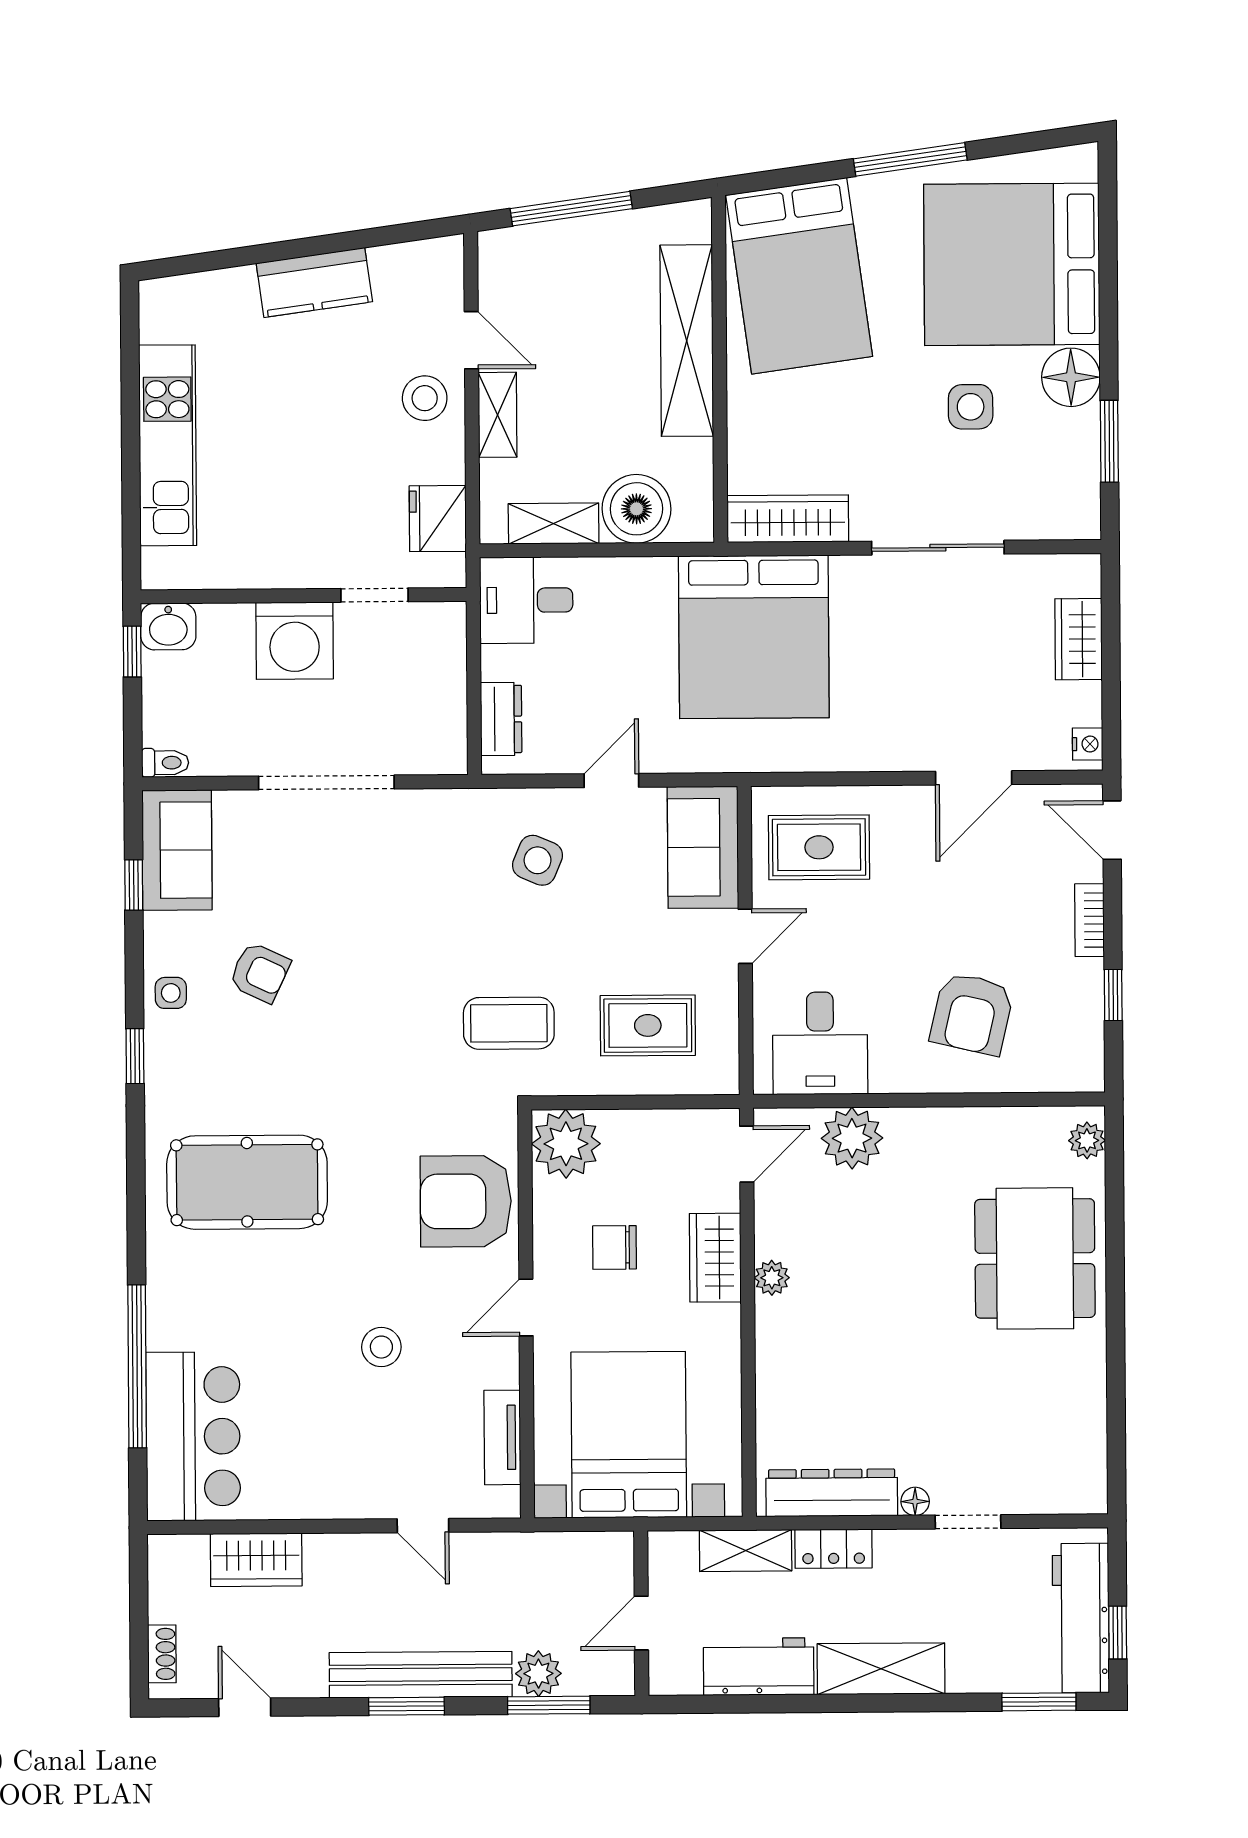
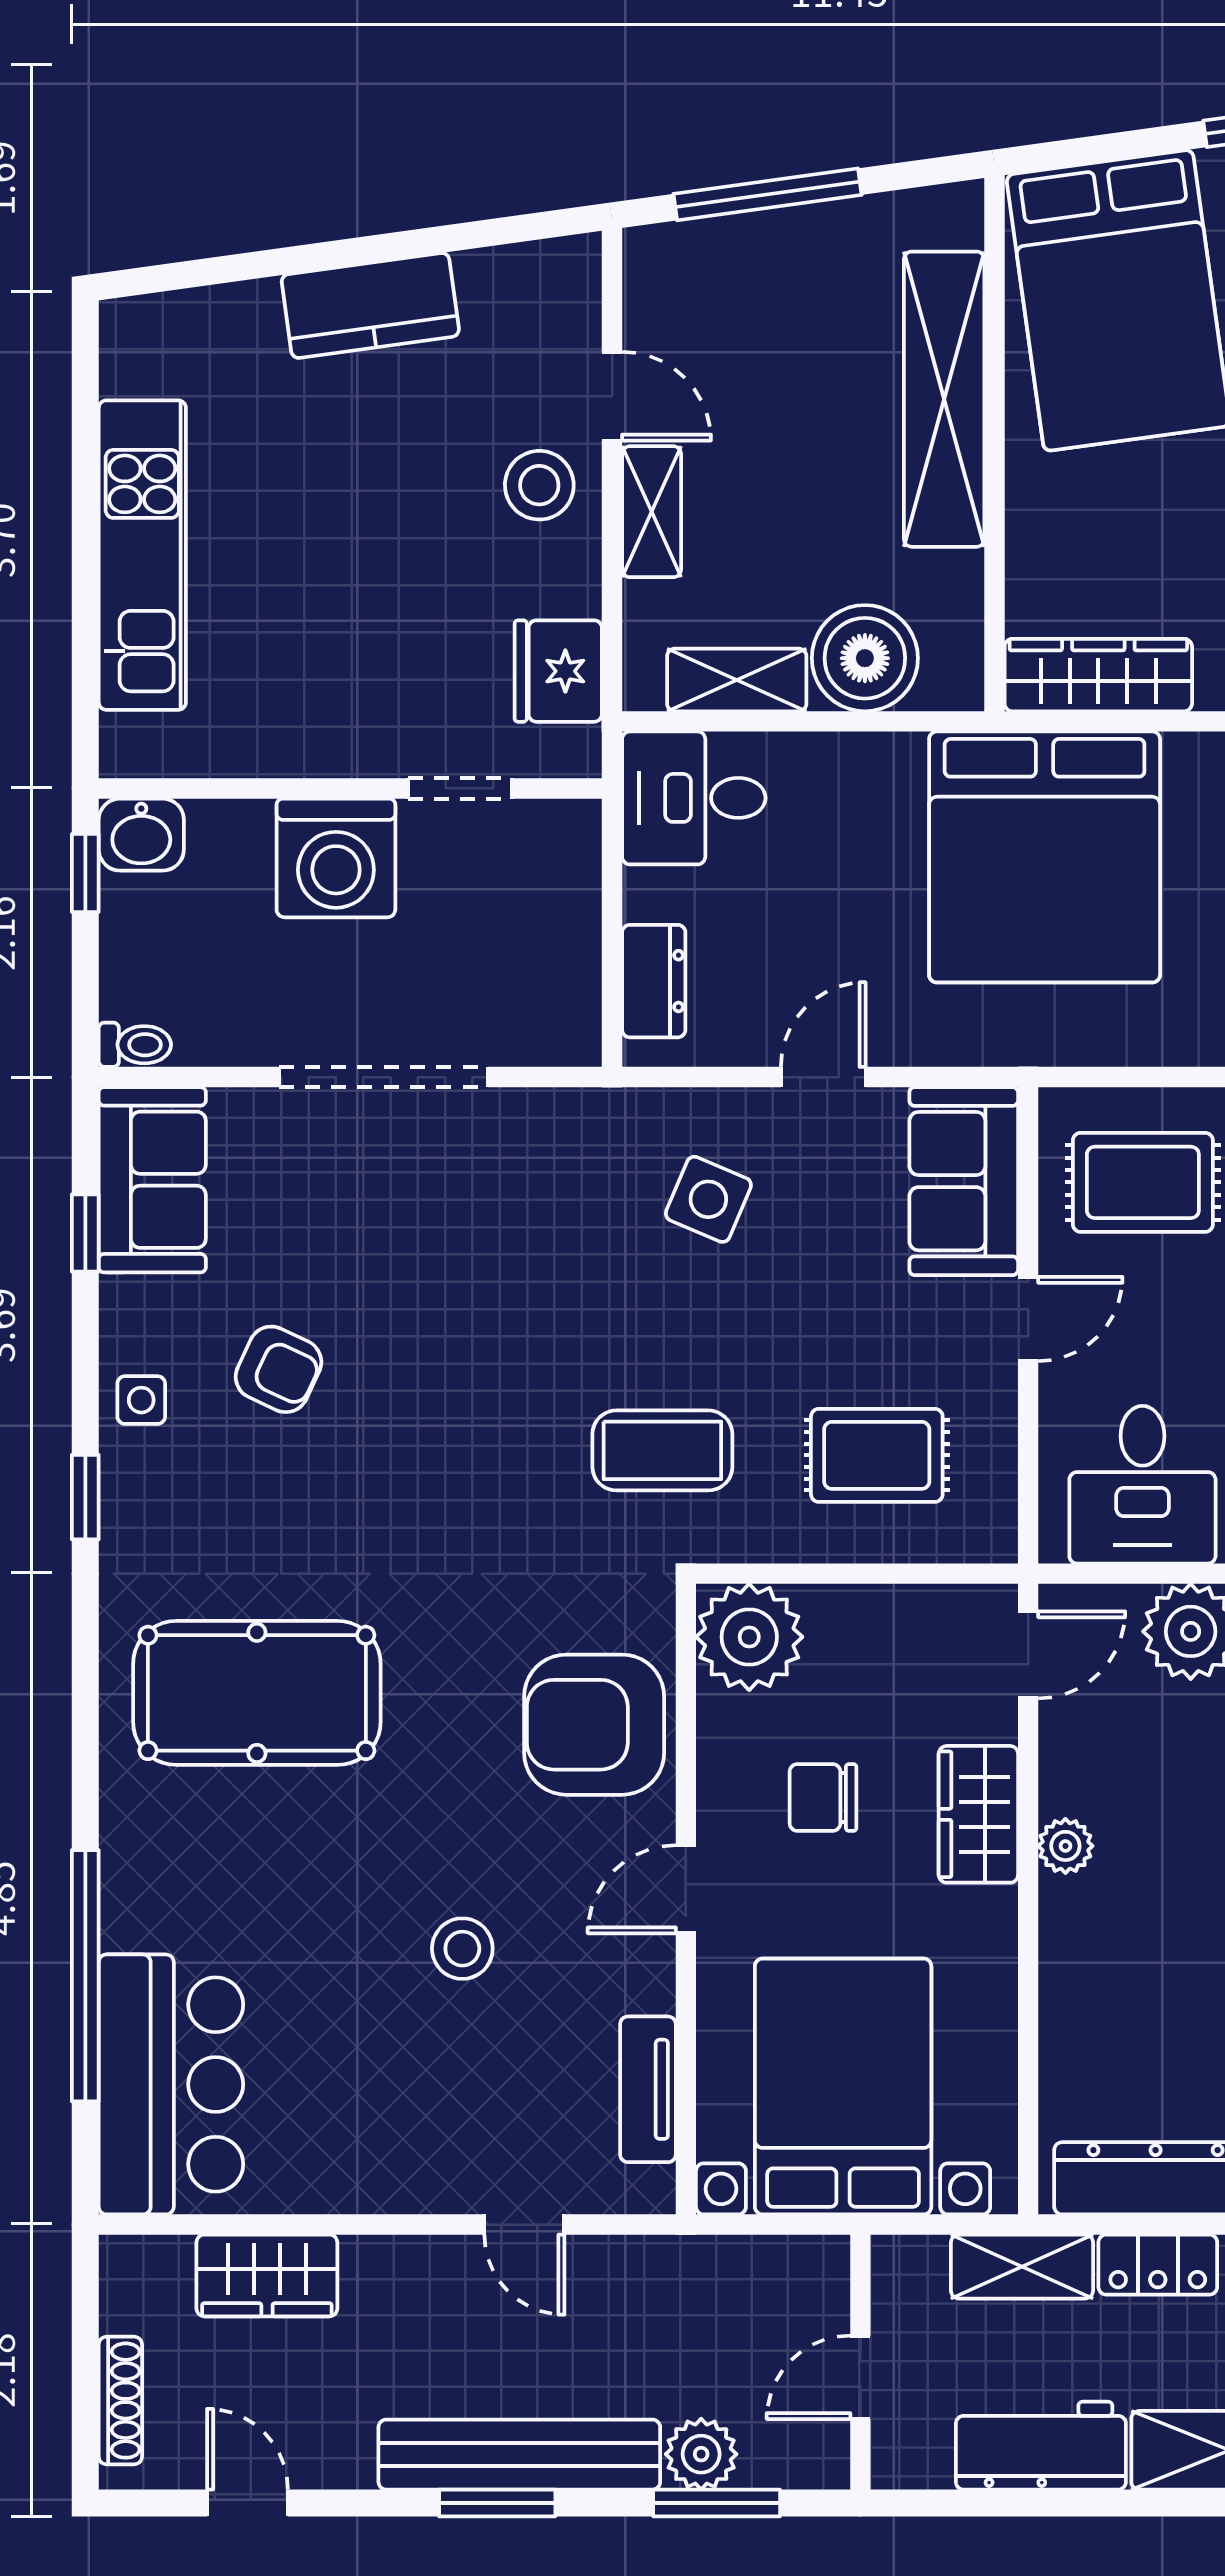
shoe rack: (162, 1654) -> (120, 2401), width x1.43

